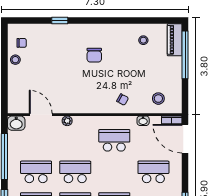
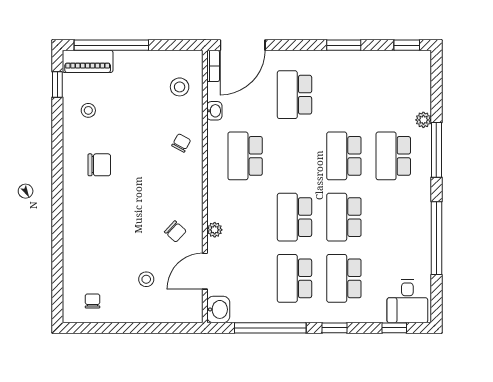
window: (60, 20) -> (57, 84), moved
chair: (94, 55) -> (99, 165), moved
stool: (15, 60) -> (146, 279), moved
chair: (66, 96) -> (175, 231), added

